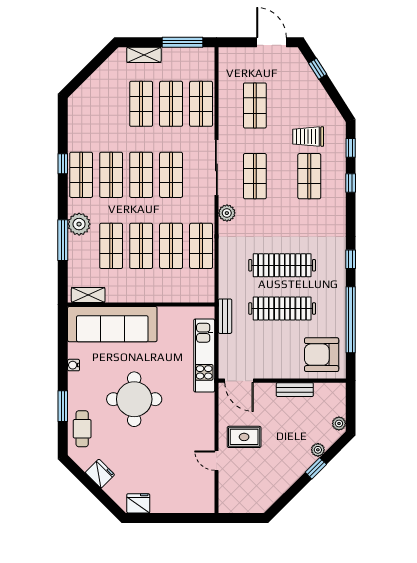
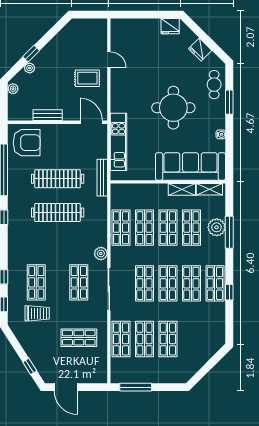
shelving: (144, 55) -> (182, 189), moved
shop shelf: (255, 105) -> (79, 338), turned 90
plant: (79, 224) -> (217, 227), moved
bench: (225, 316) -> (102, 178), width x1.36

